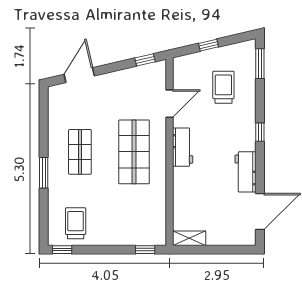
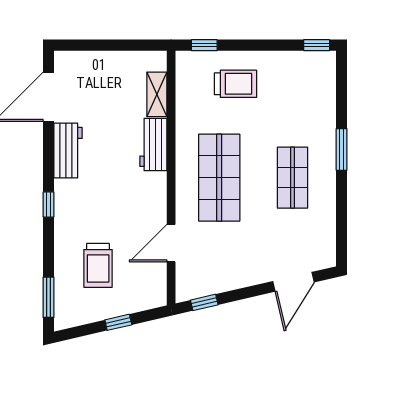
workbench: (183, 147) -> (153, 145), moved
trolley: (76, 223) -> (235, 84), moved, turned -90
shelving: (189, 238) -> (157, 94), moved, turned 90

